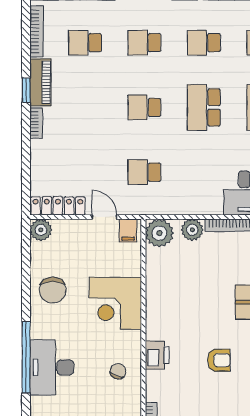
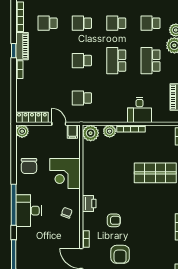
armchair: (219, 360) -> (114, 220), moved

